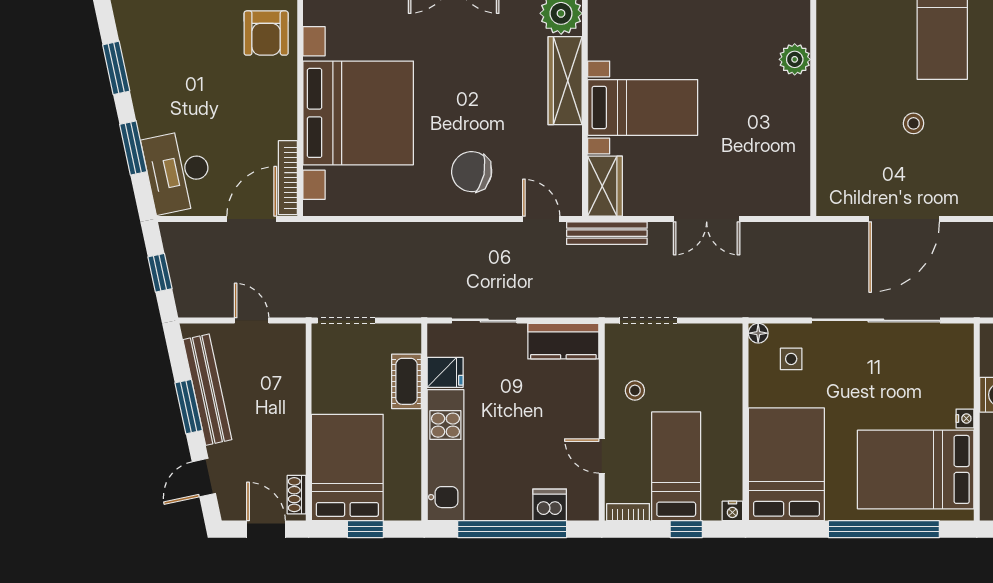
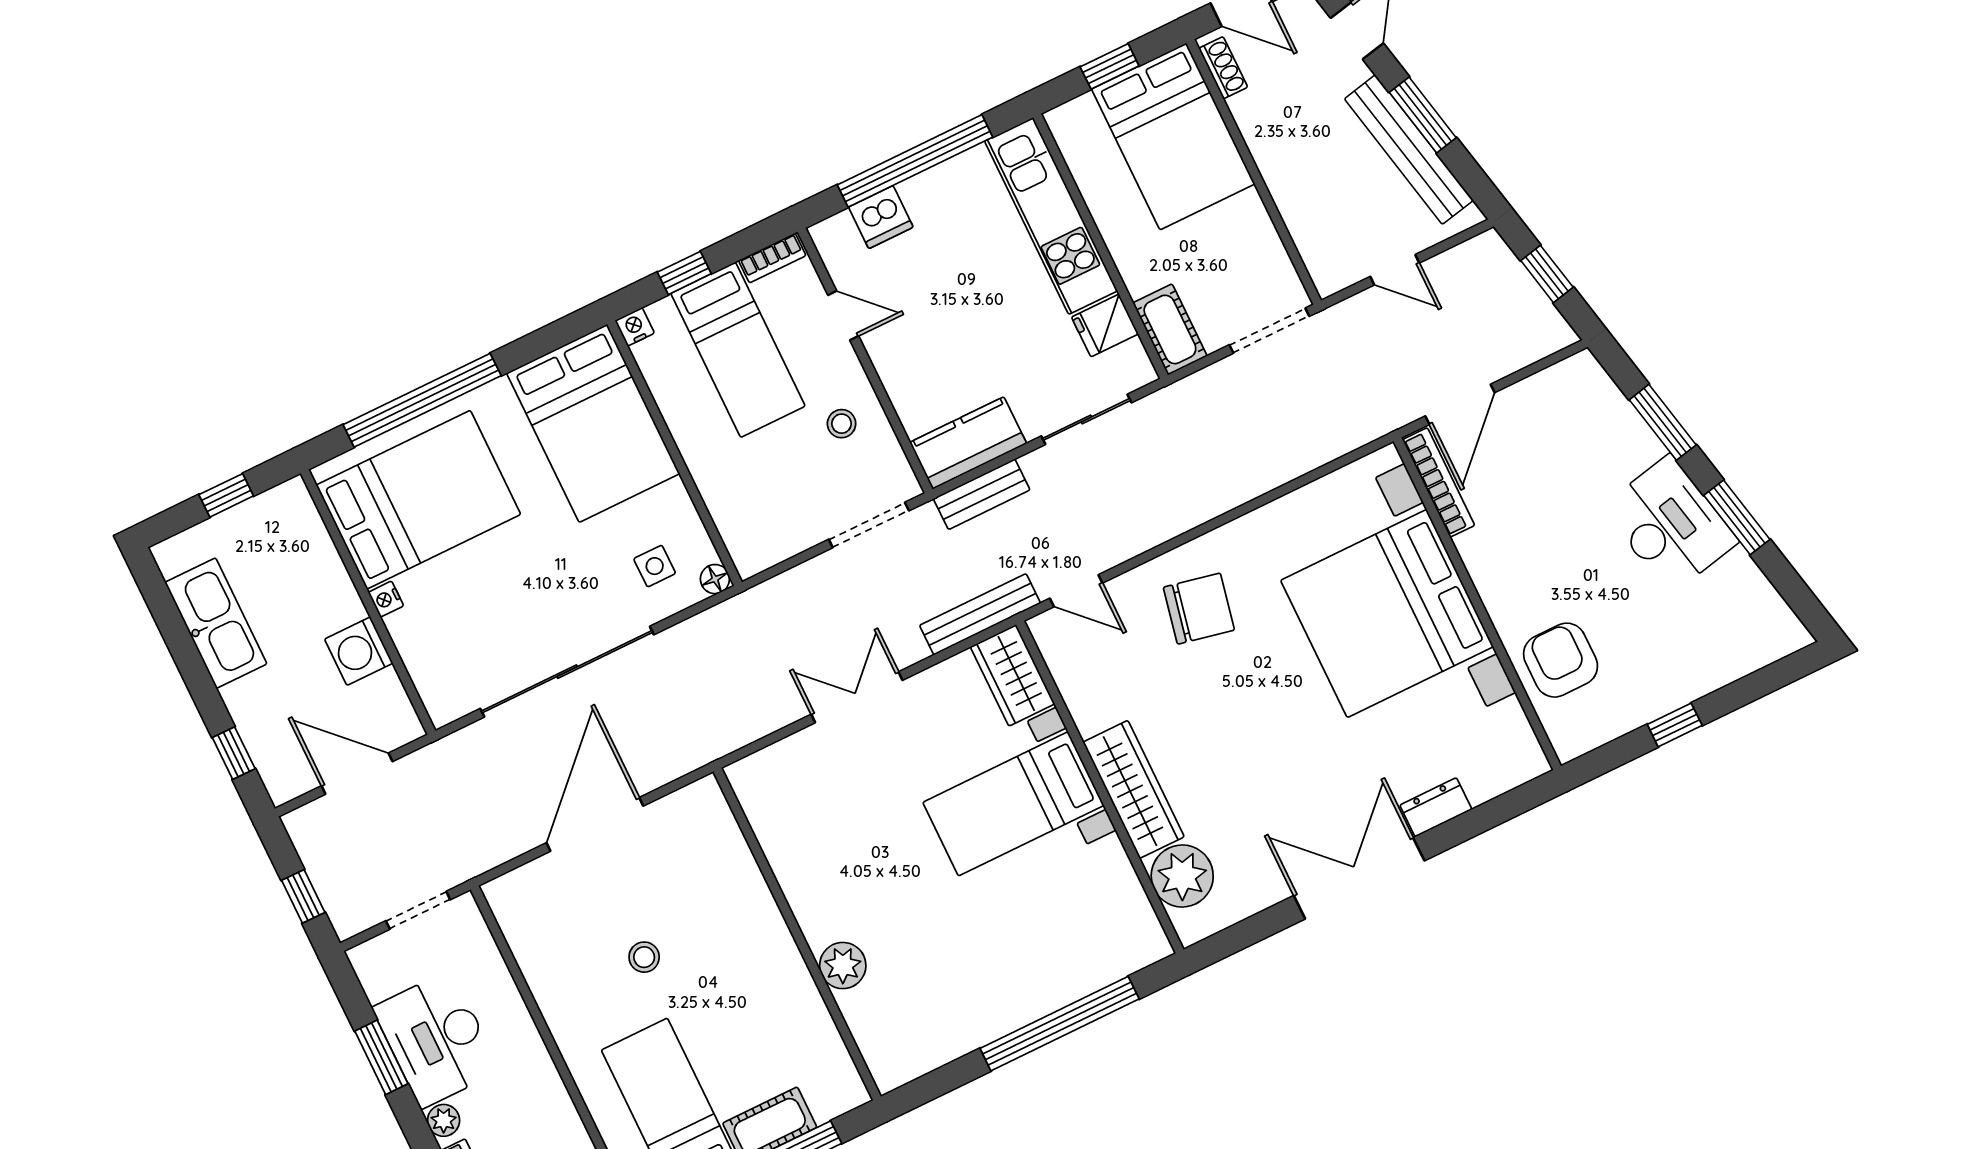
desk: (178, 172) -> (1670, 525), moved
bench: (570, 306) -> (982, 494), added
cot: (407, 381) -> (1170, 329), moved

